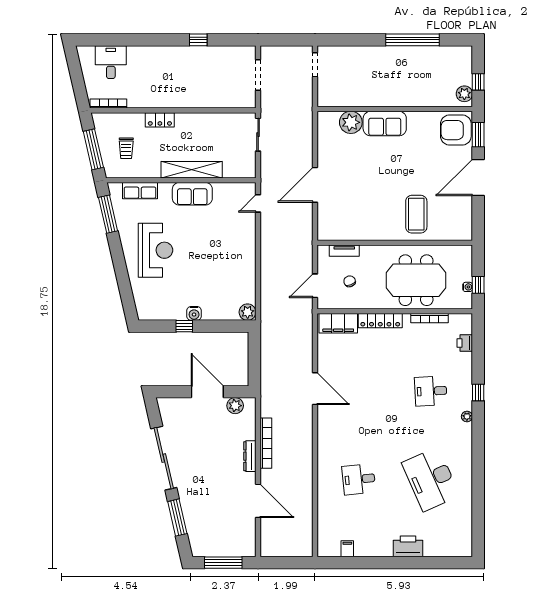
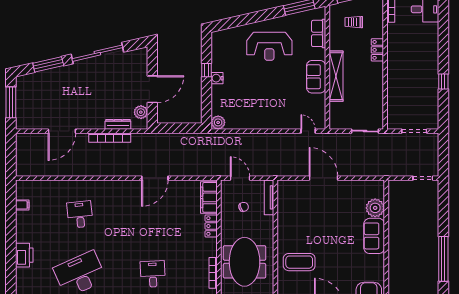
tv unit: (344, 251) -> (269, 197), width x1.41
locker: (380, 321) -> (211, 226), width x0.66
dresser: (250, 456) -> (118, 124), moved

